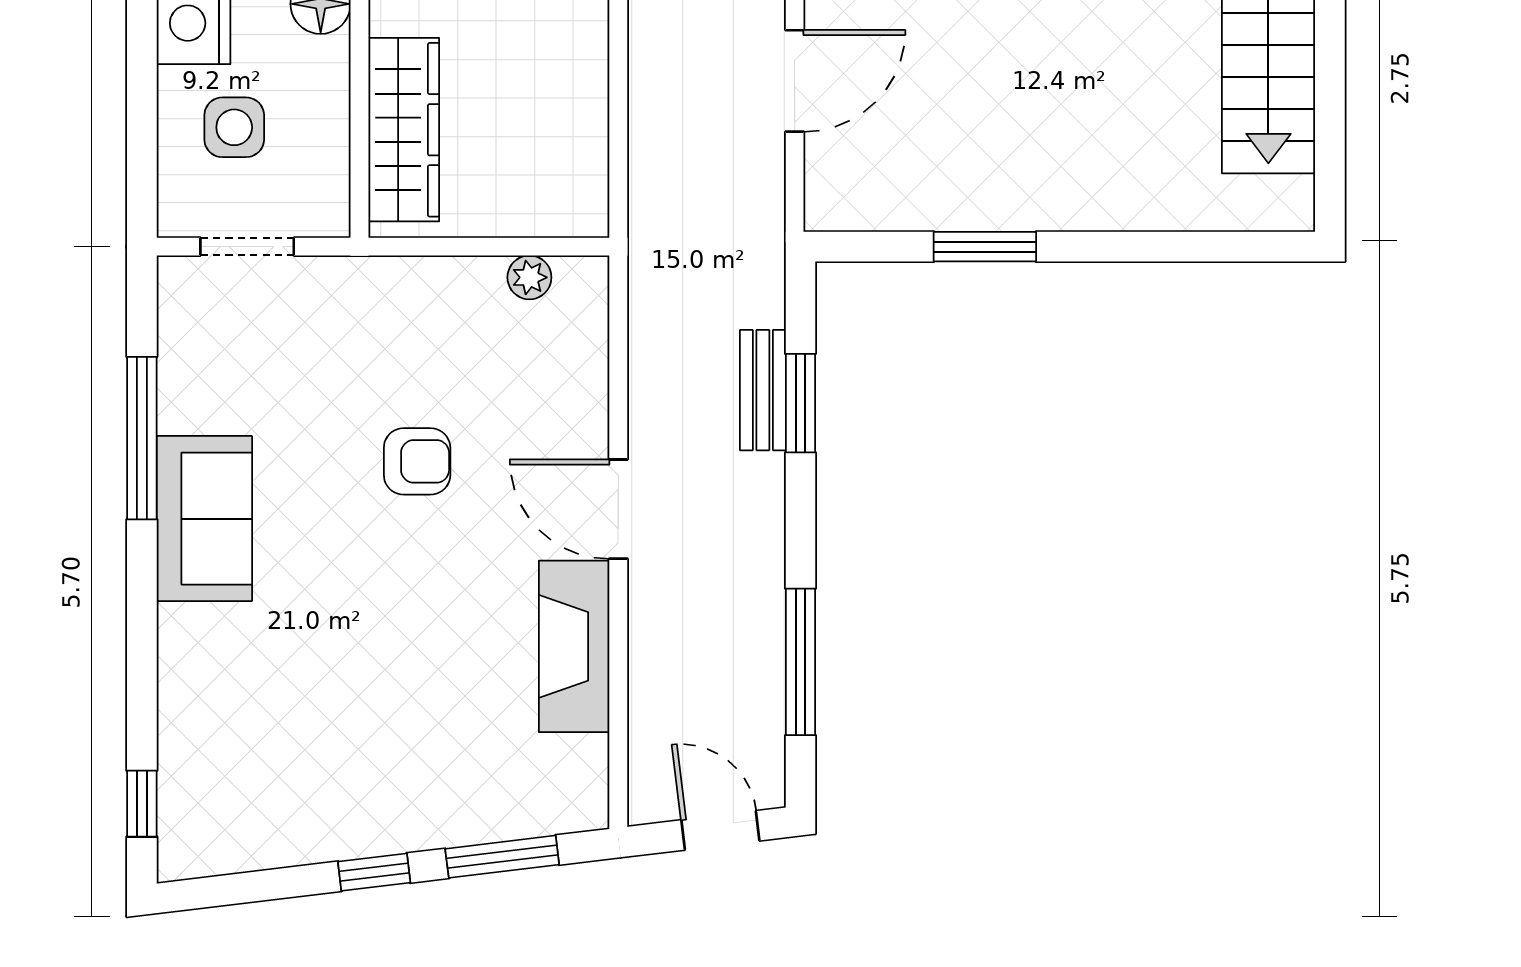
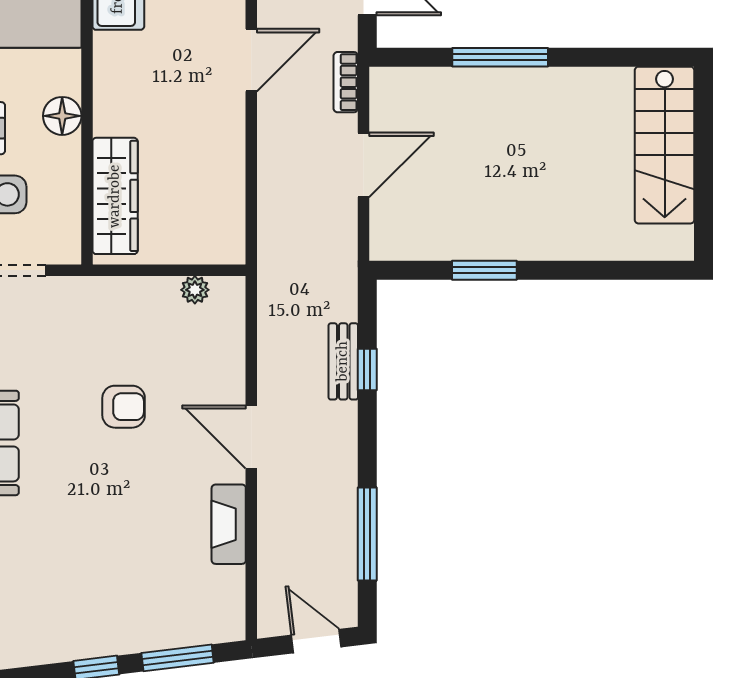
window: (801, 403) -> (367, 370), width x0.67
fireplace: (574, 646) -> (229, 524), width x0.73, depth x0.76

